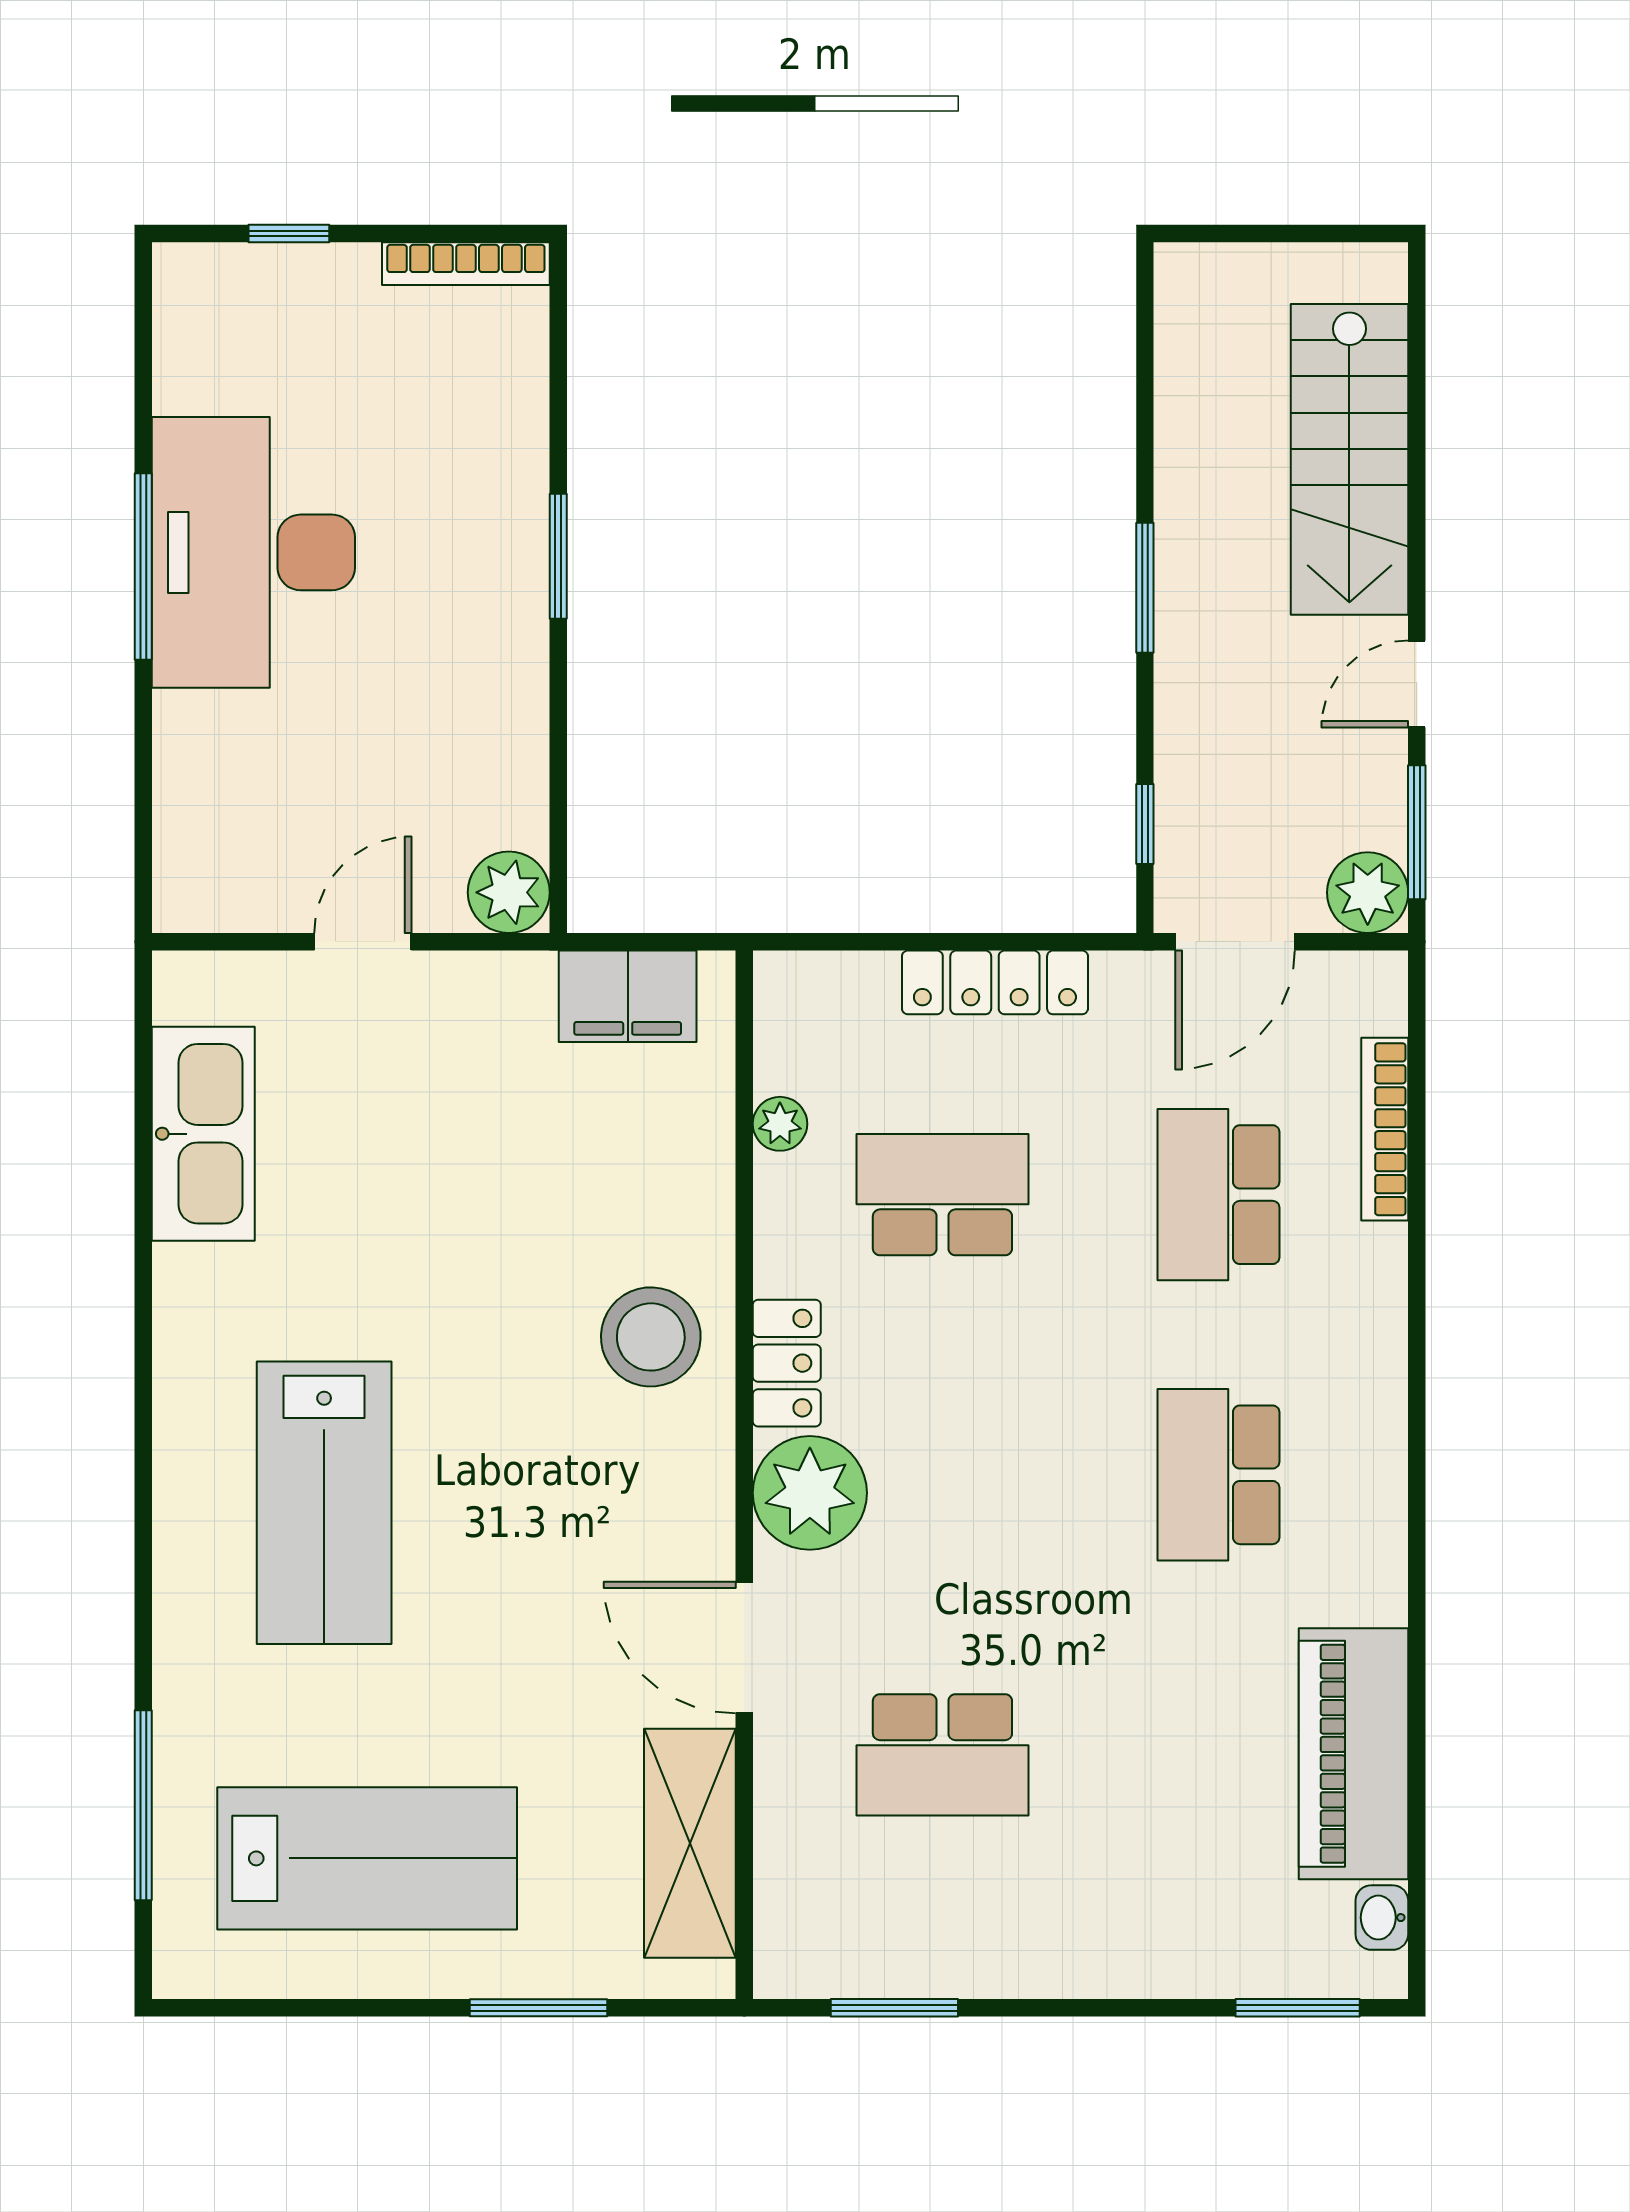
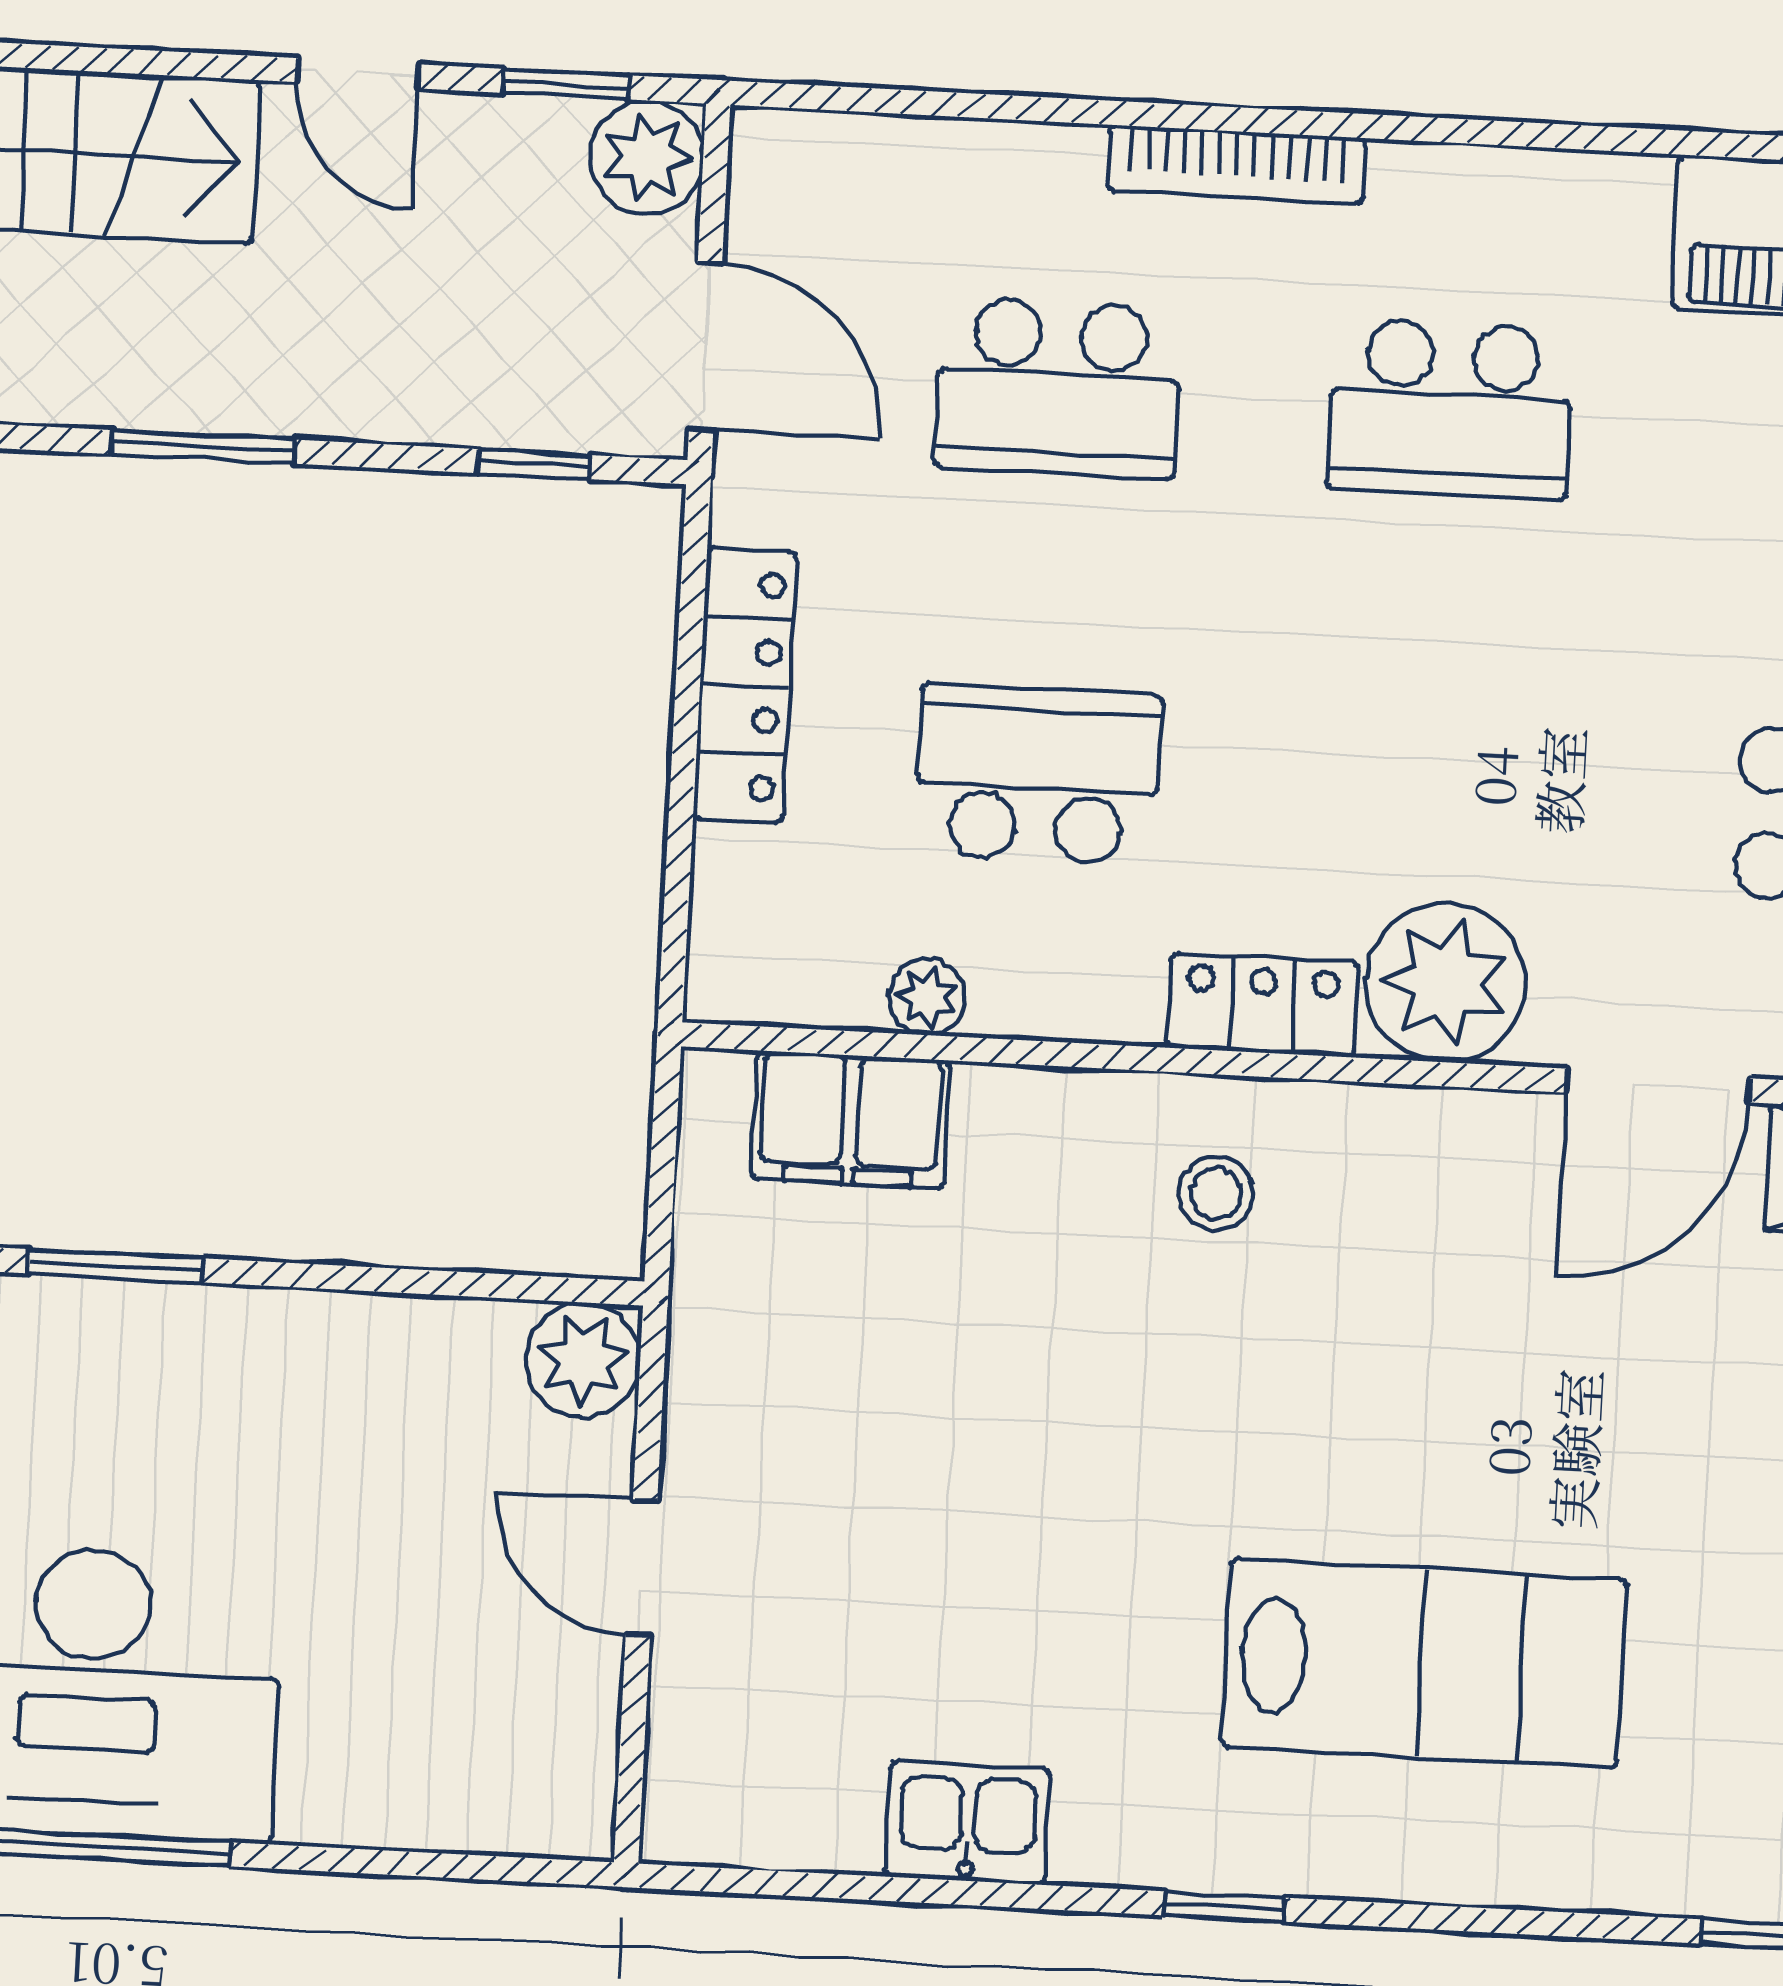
window: (1417, 832) -> (565, 84), width x0.67
filing cabinet: (628, 996) -> (850, 1120), moved, turned 90
bookcase: (1385, 1129) -> (1237, 164), moved
kitchen sink: (203, 1134) -> (968, 1823), width x0.53, depth x0.81
school desk: (942, 1195) -> (1038, 775), turned 90
stool: (651, 1337) -> (1216, 1194), width x0.53, depth x0.53
window: (143, 1369) -> (1224, 1906), added

